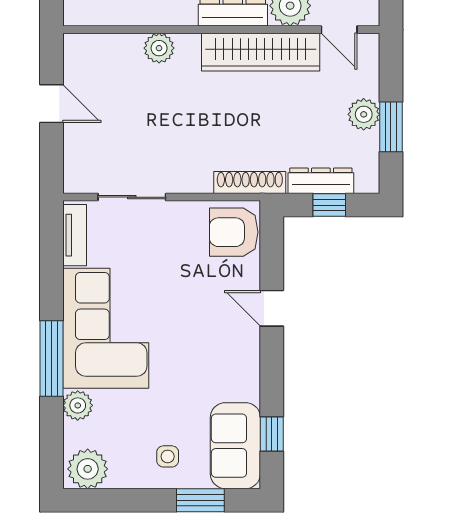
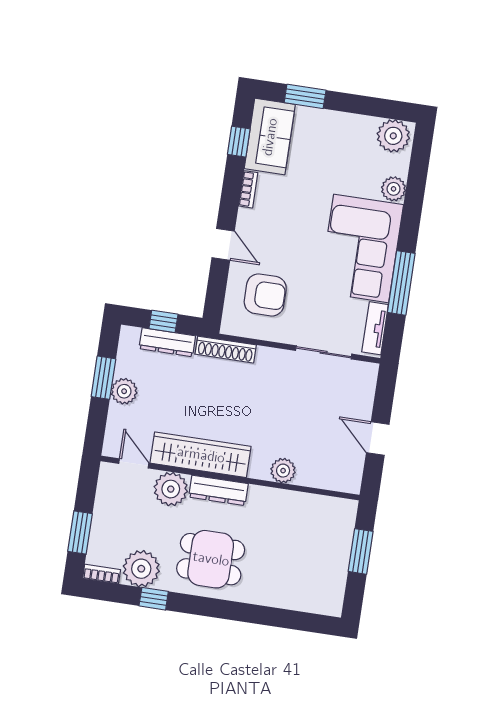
armchair: (234, 232) -> (265, 295), moved
window: (51, 358) -> (401, 283), moved
bookcase: (252, 379) -> (248, 189), added
side table: (168, 456) -> (326, 136), removed

